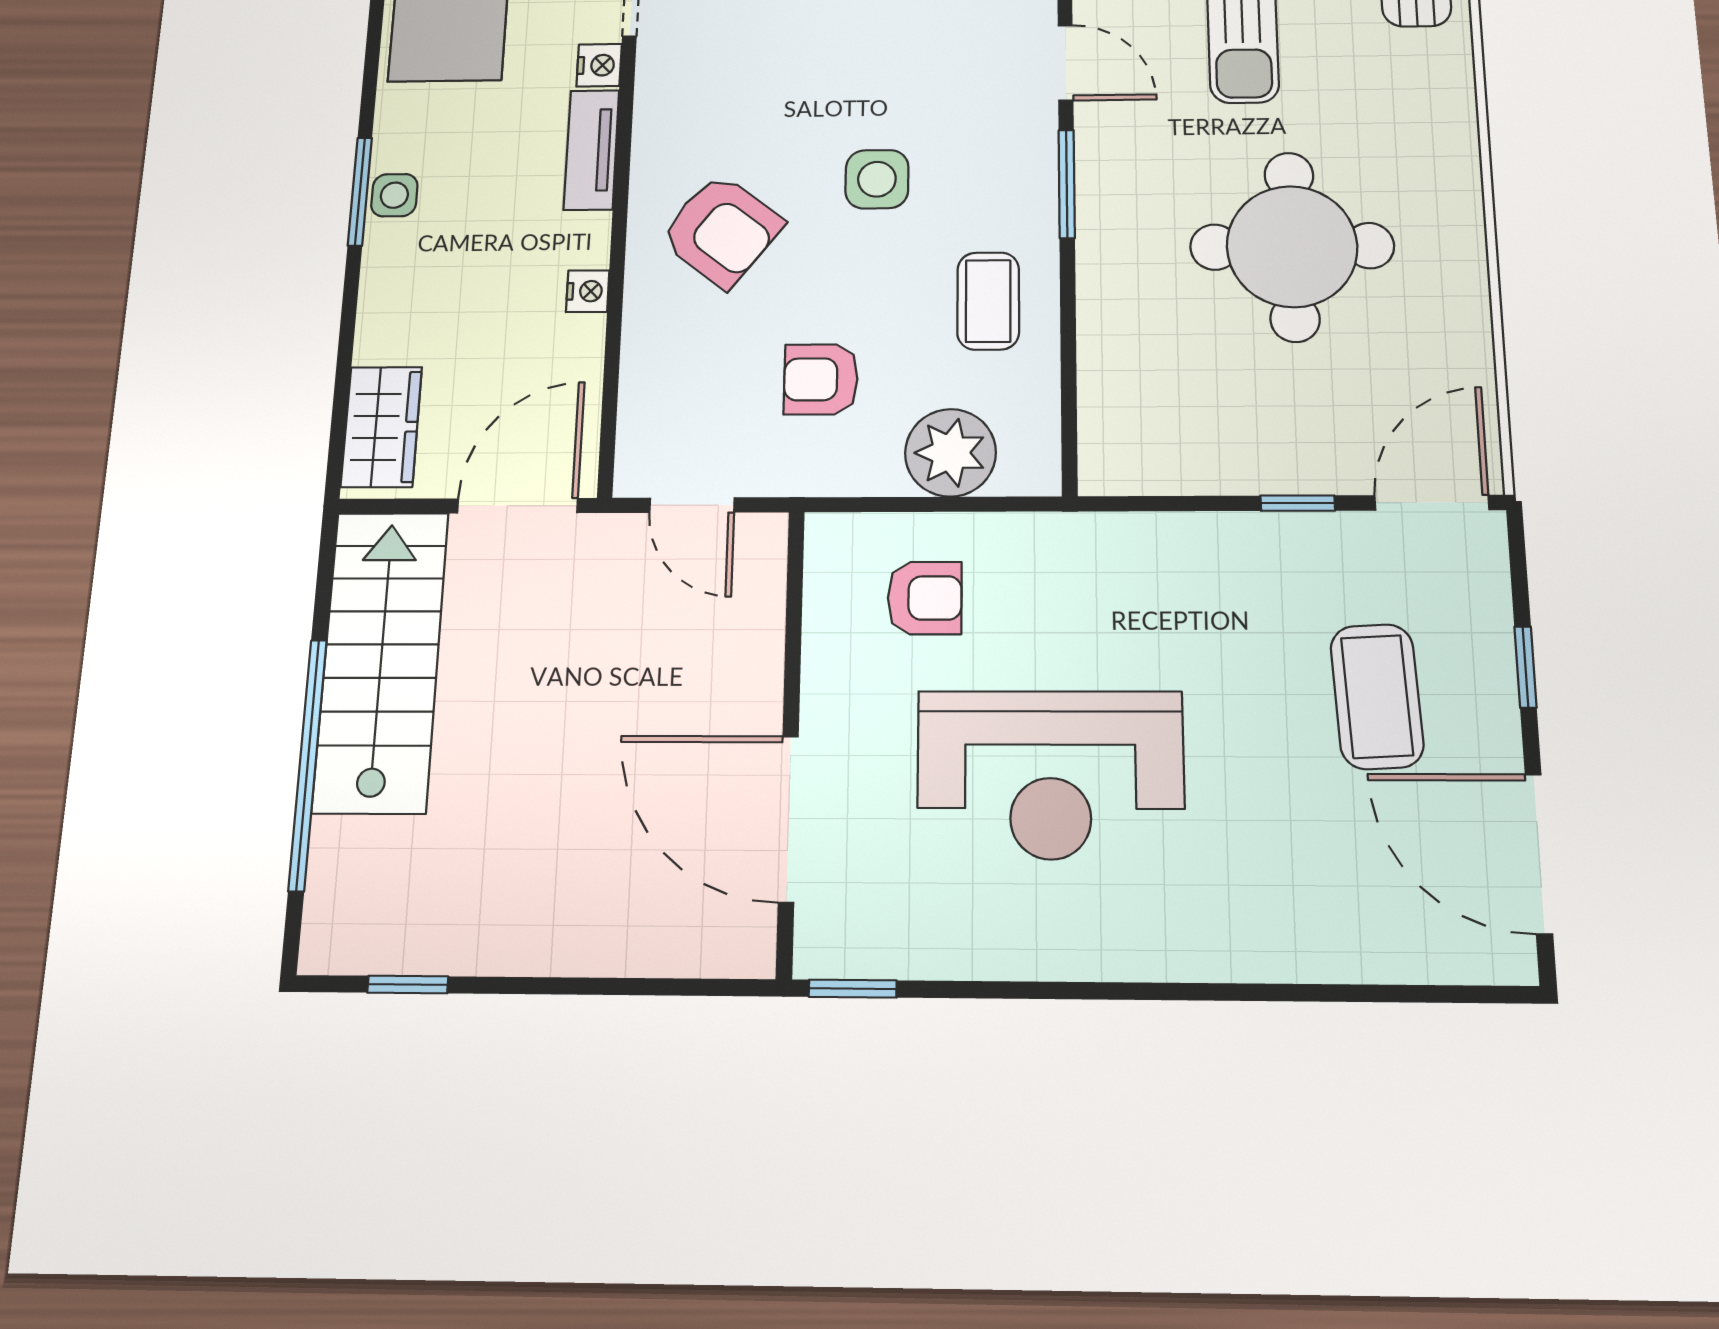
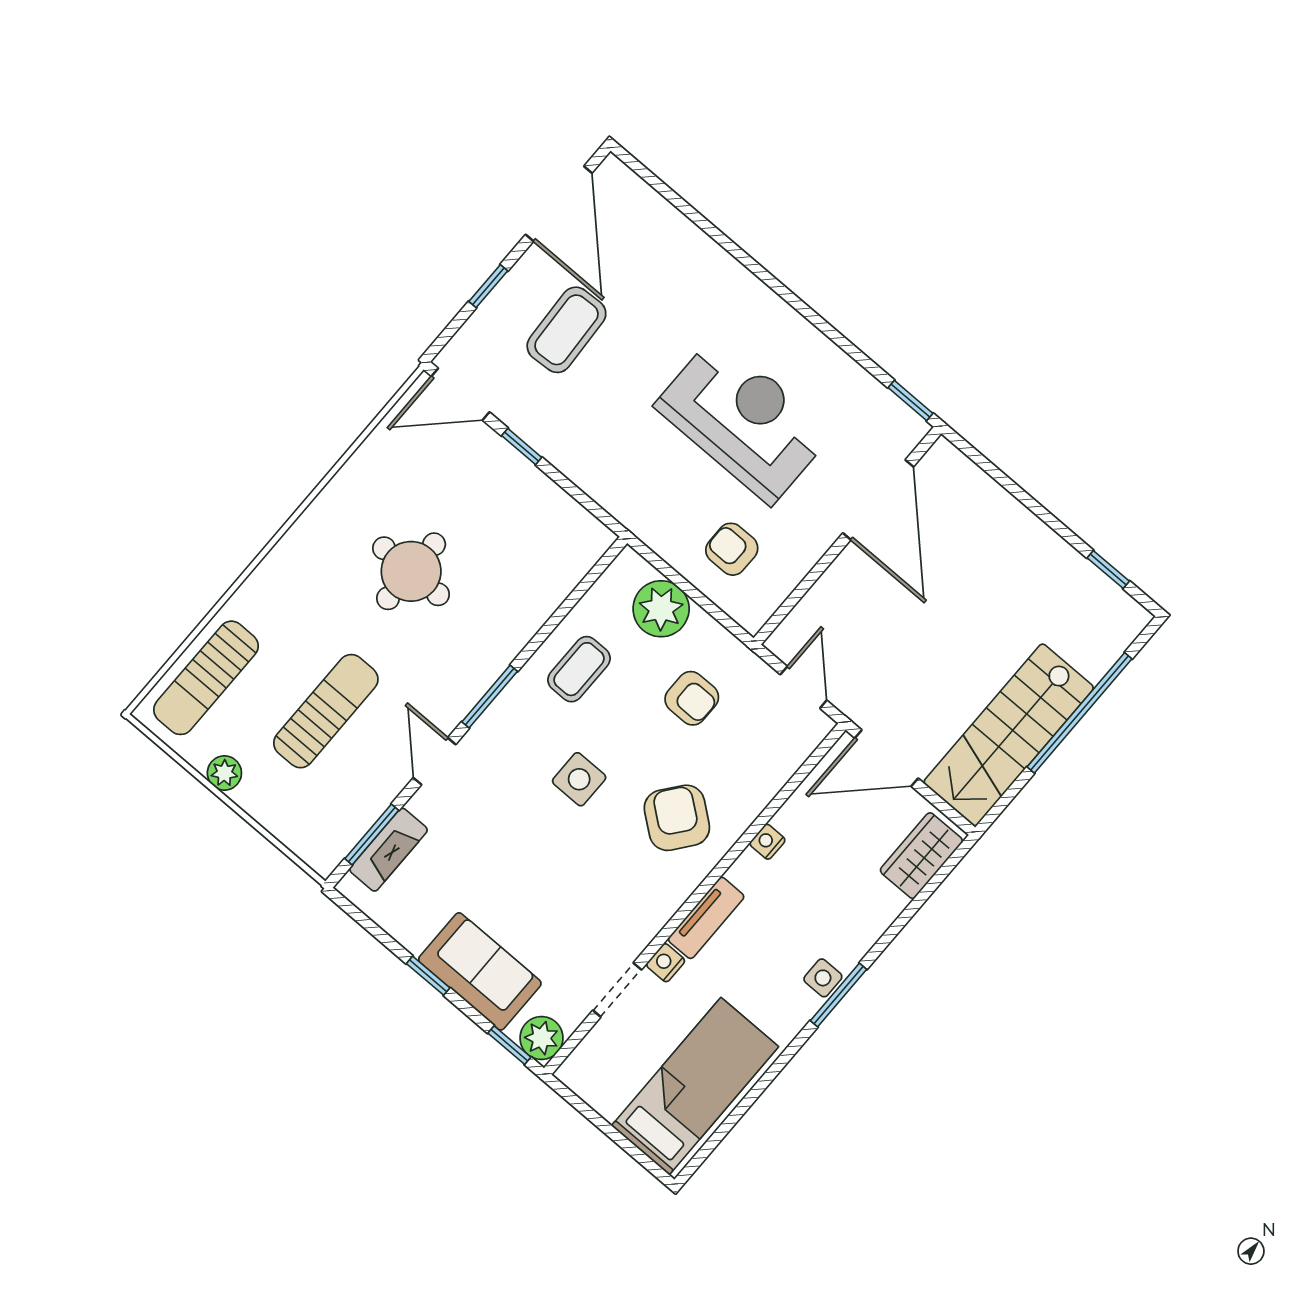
round table: (1292, 246) -> (411, 571), width x0.73, depth x0.73

